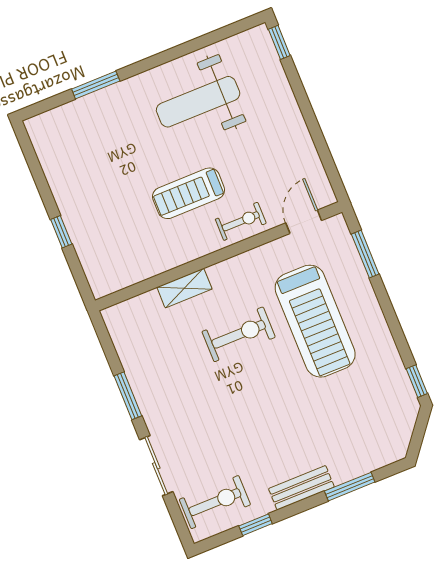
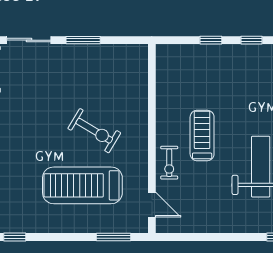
window: (40, 179) -> (252, 40), added
shelving: (184, 288) -> (140, 107), removed
exercise bike: (239, 334) -> (94, 131), turned -59

